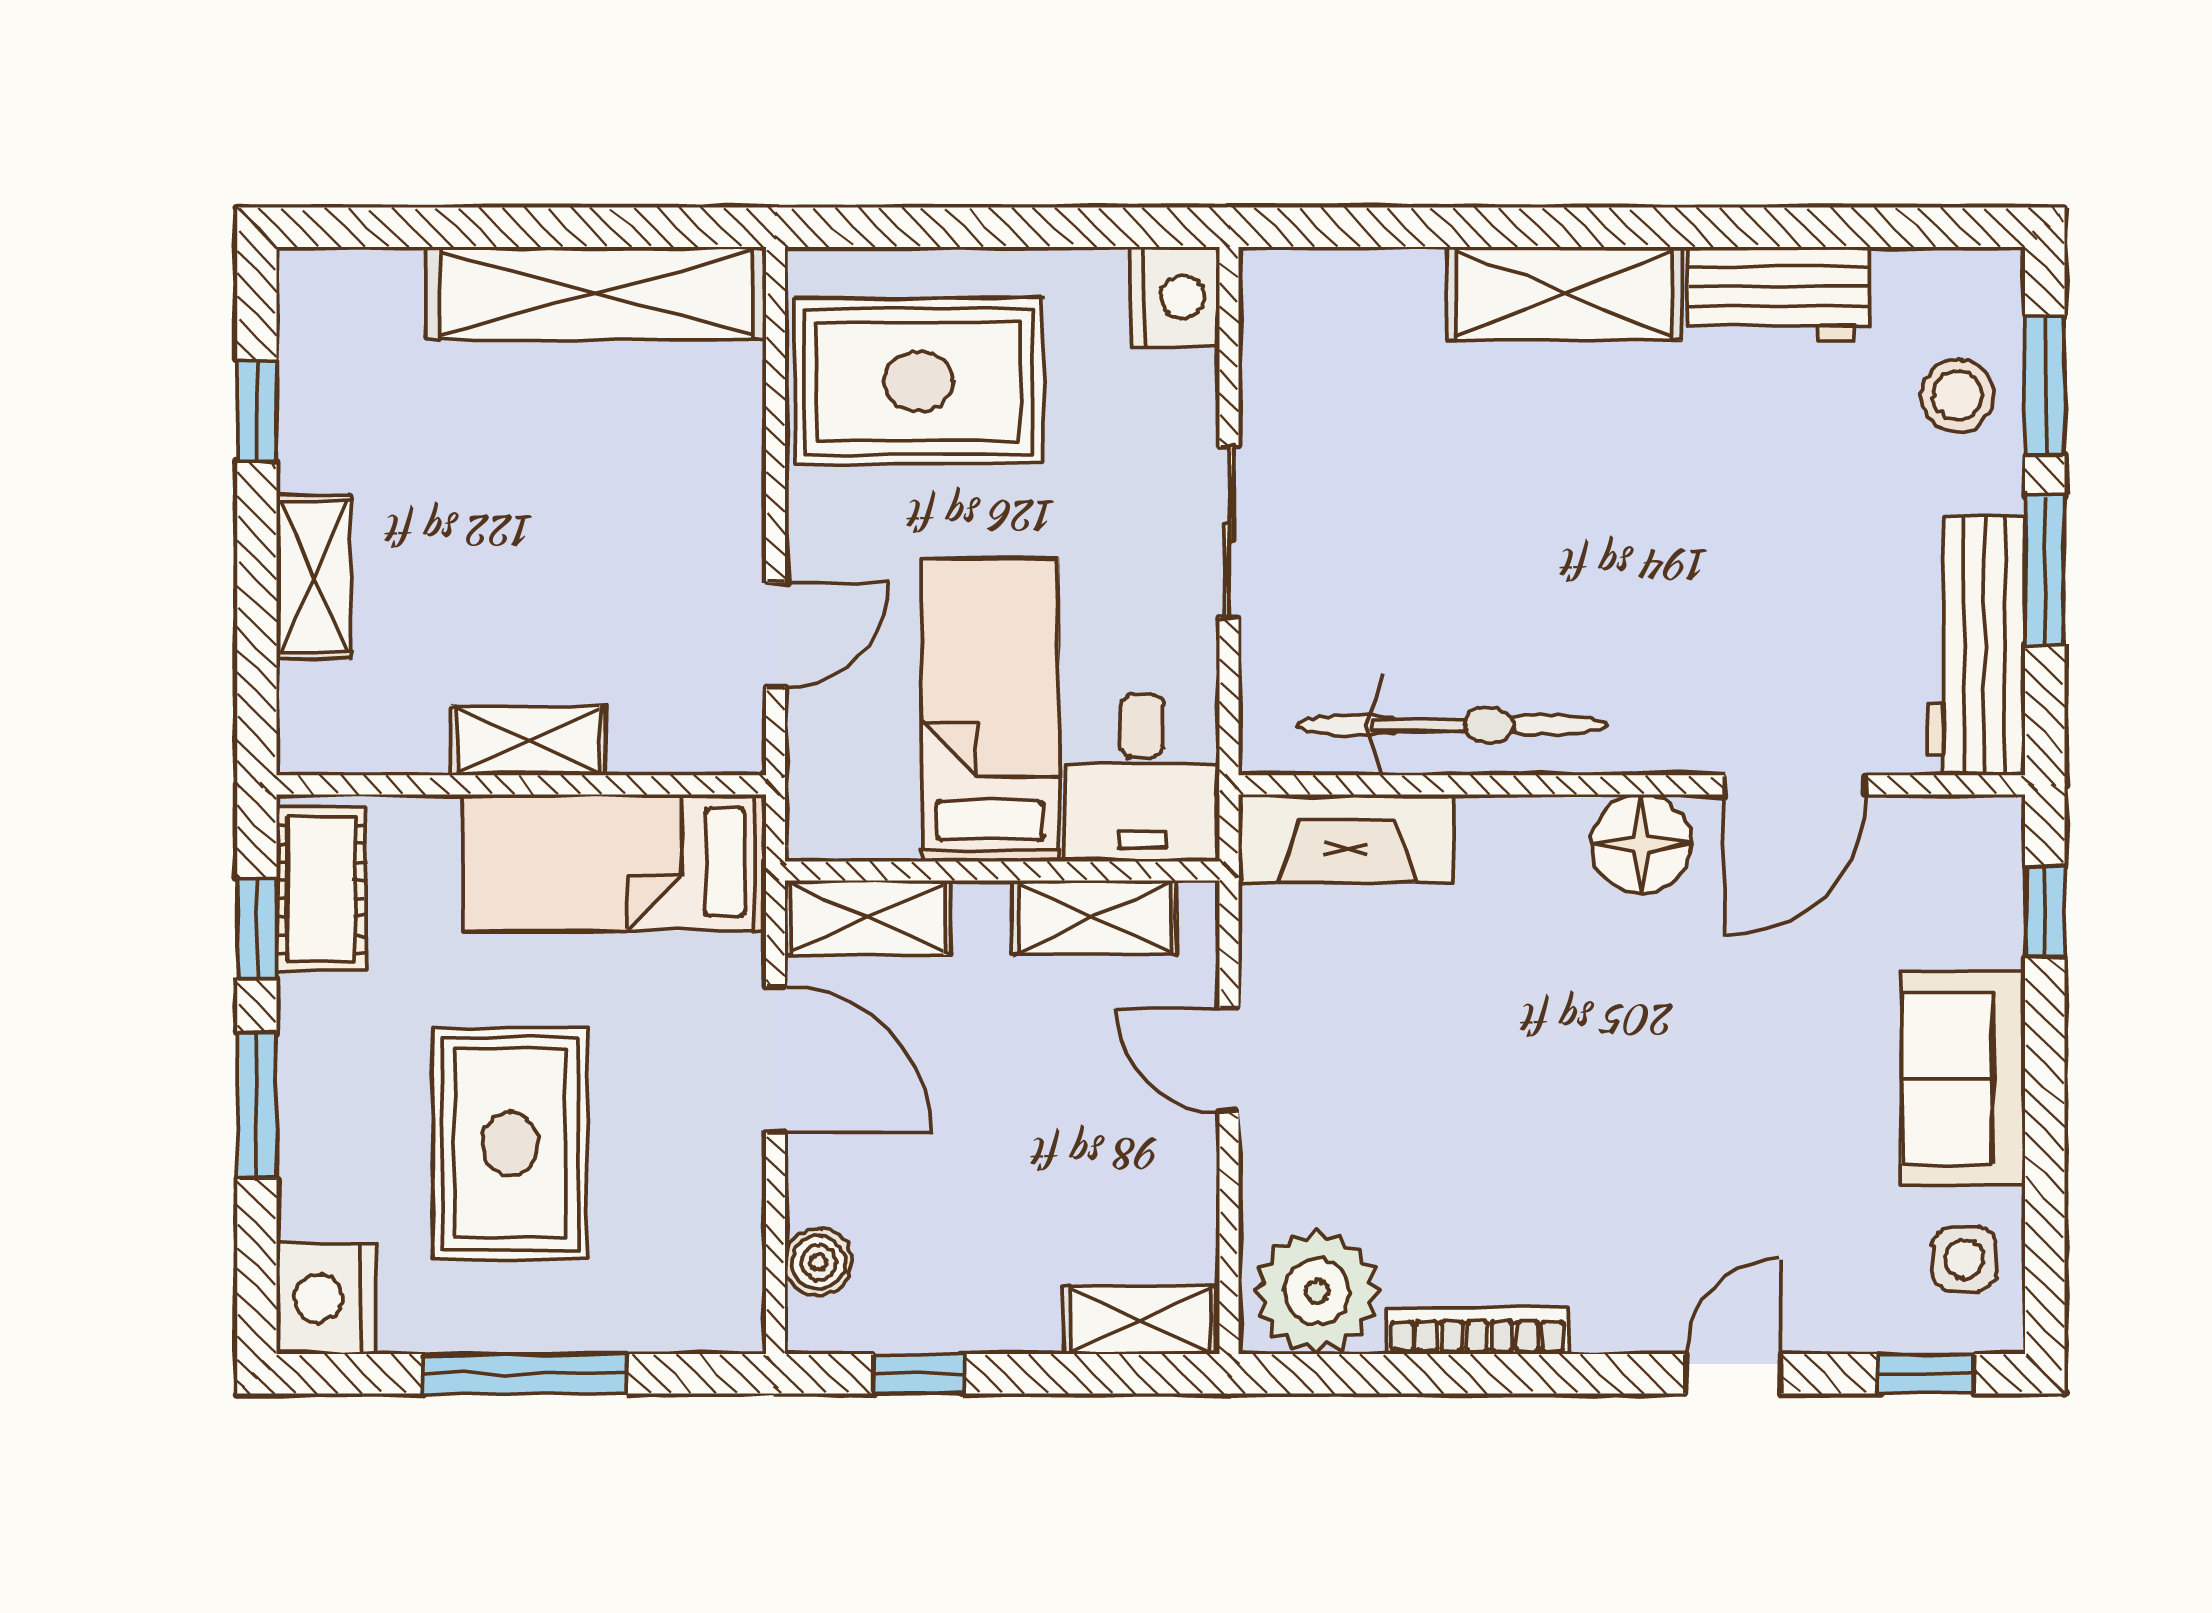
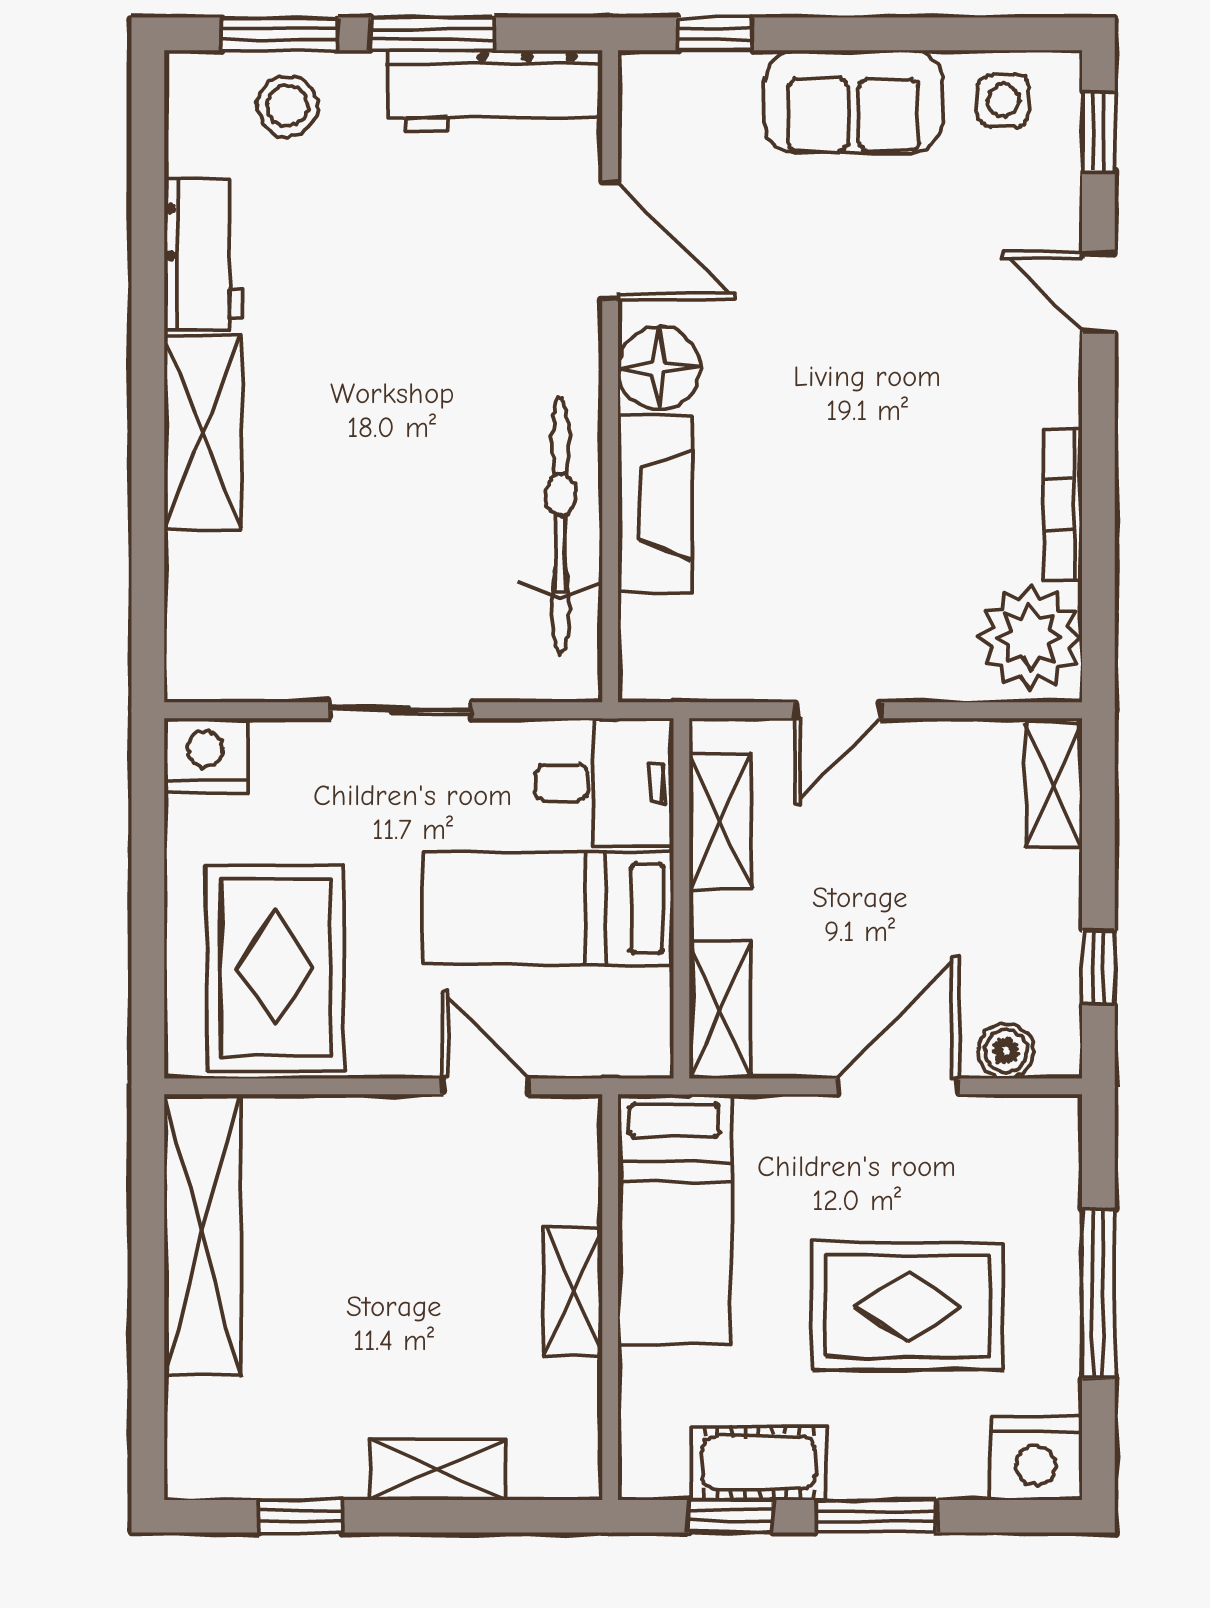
fireplace: (1346, 839) -> (655, 504), moved
cot: (321, 889) -> (759, 1463), moved
door: (775, 1059) -> (897, 1086), moved

